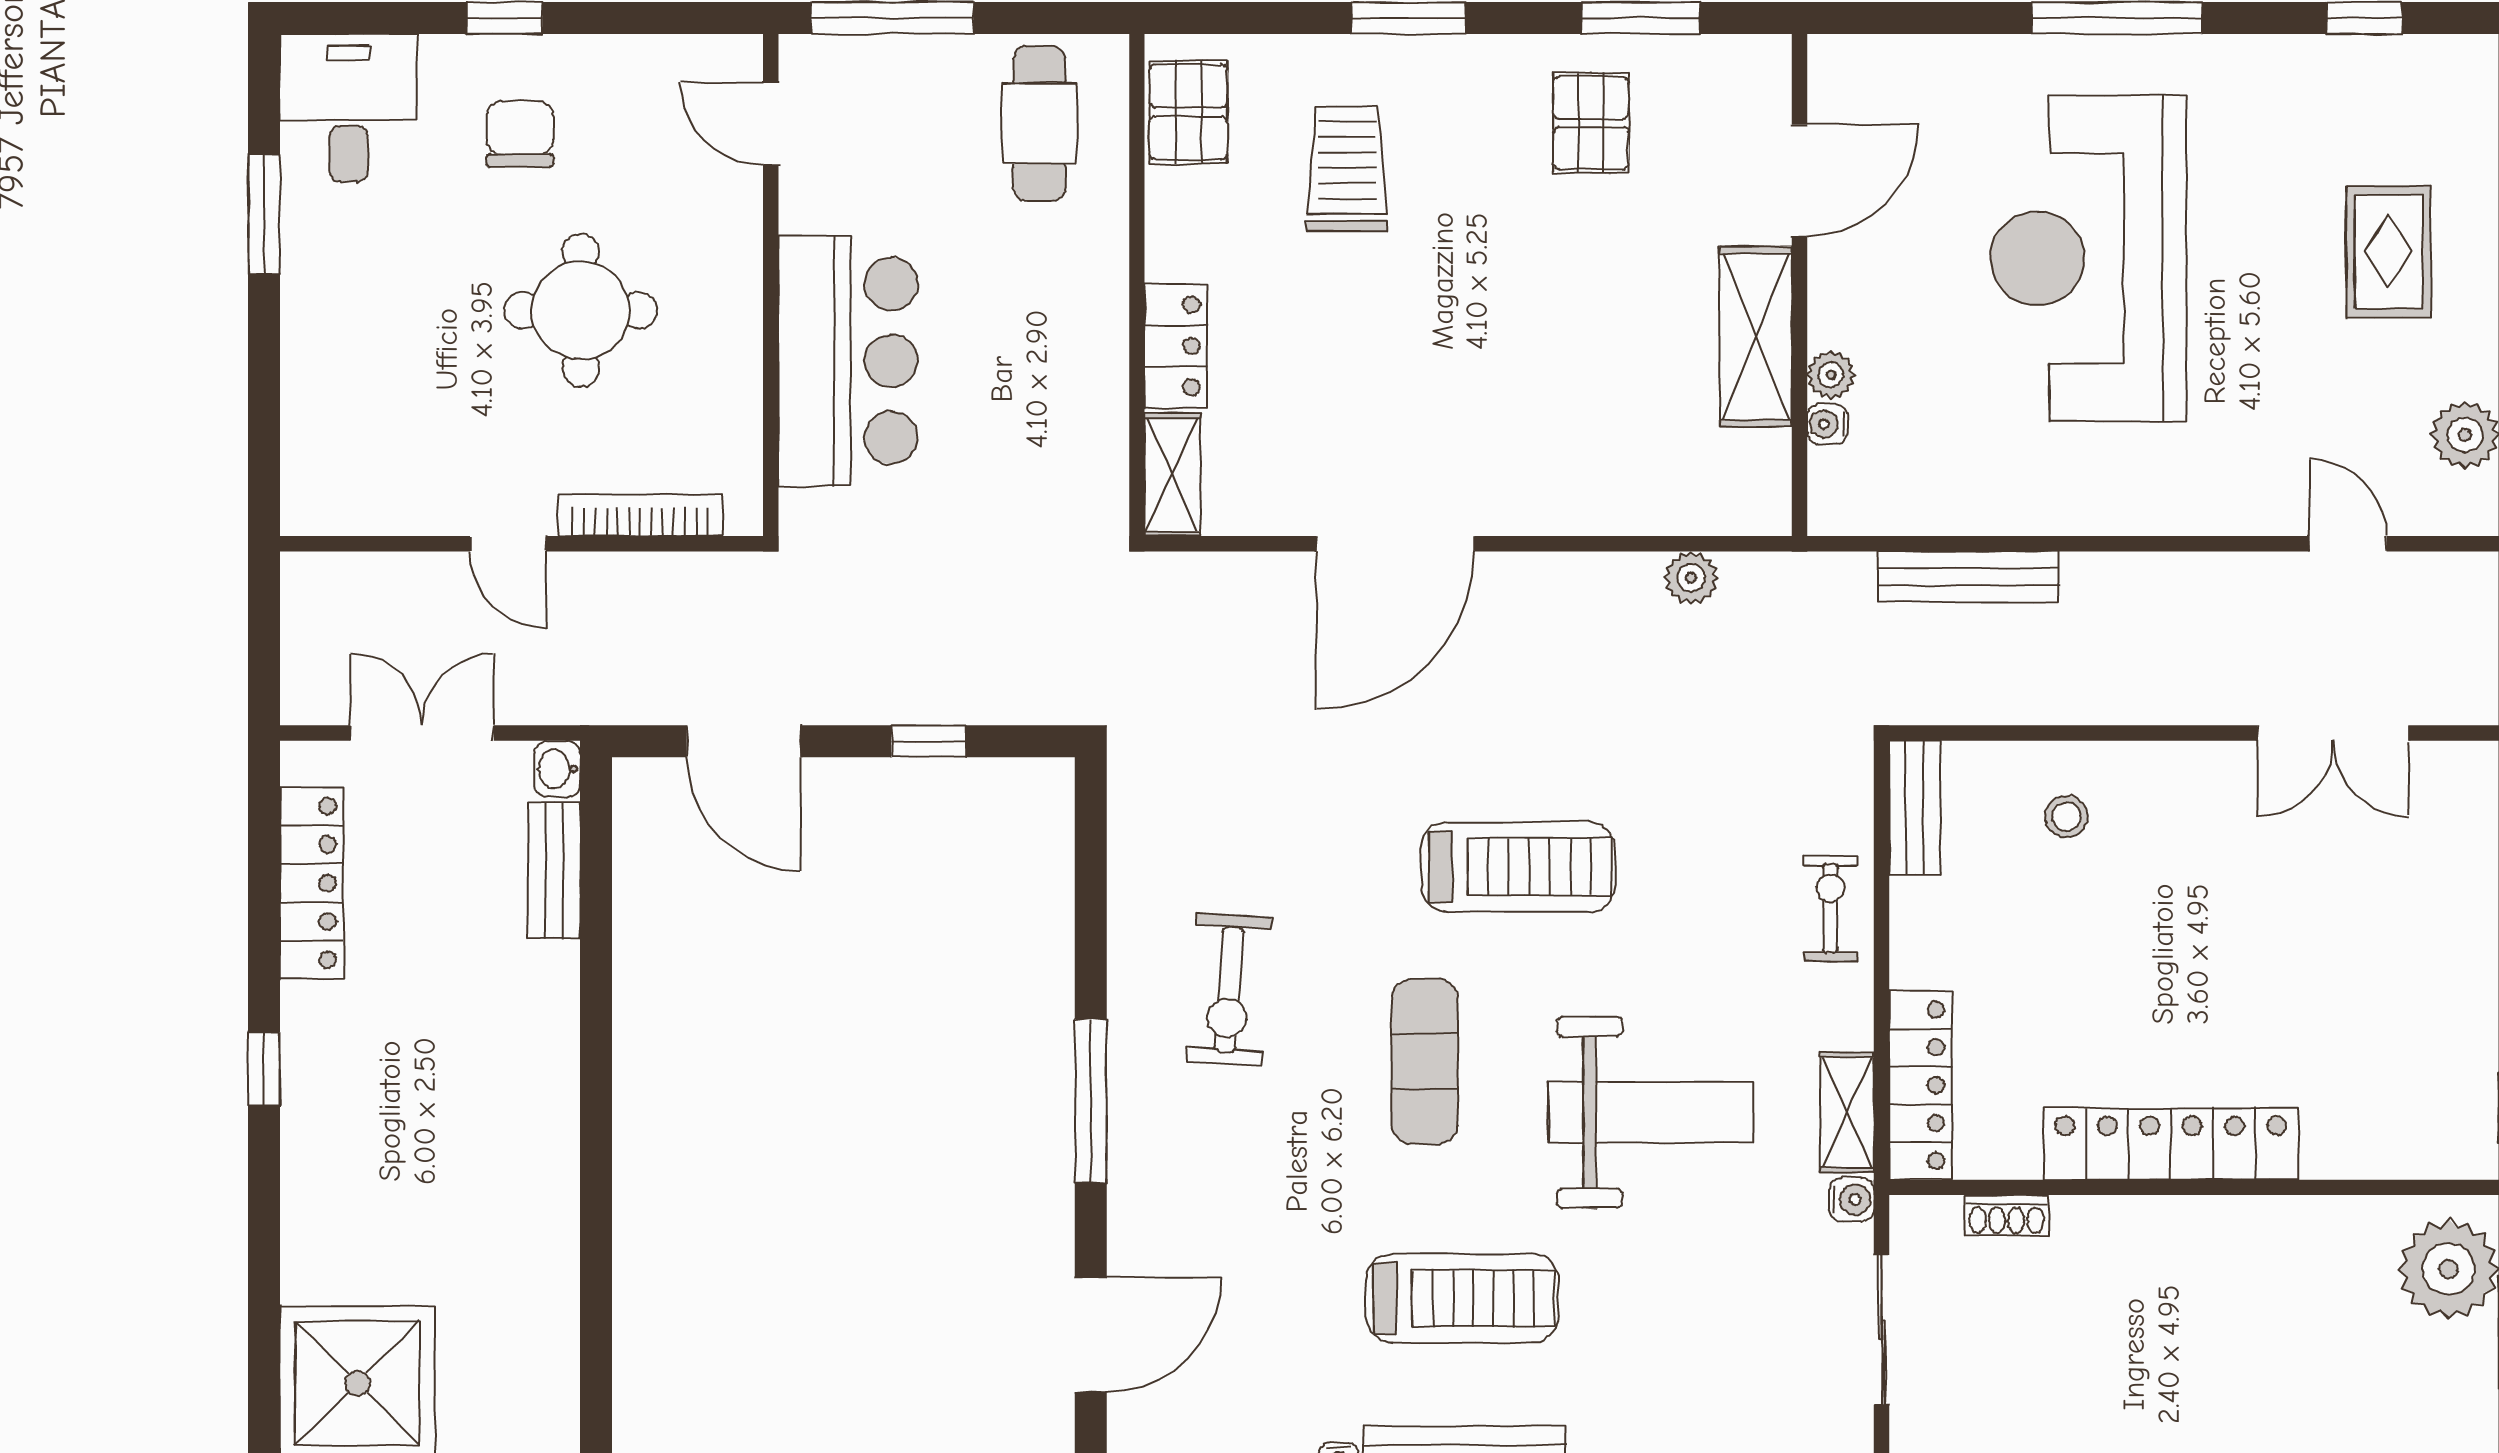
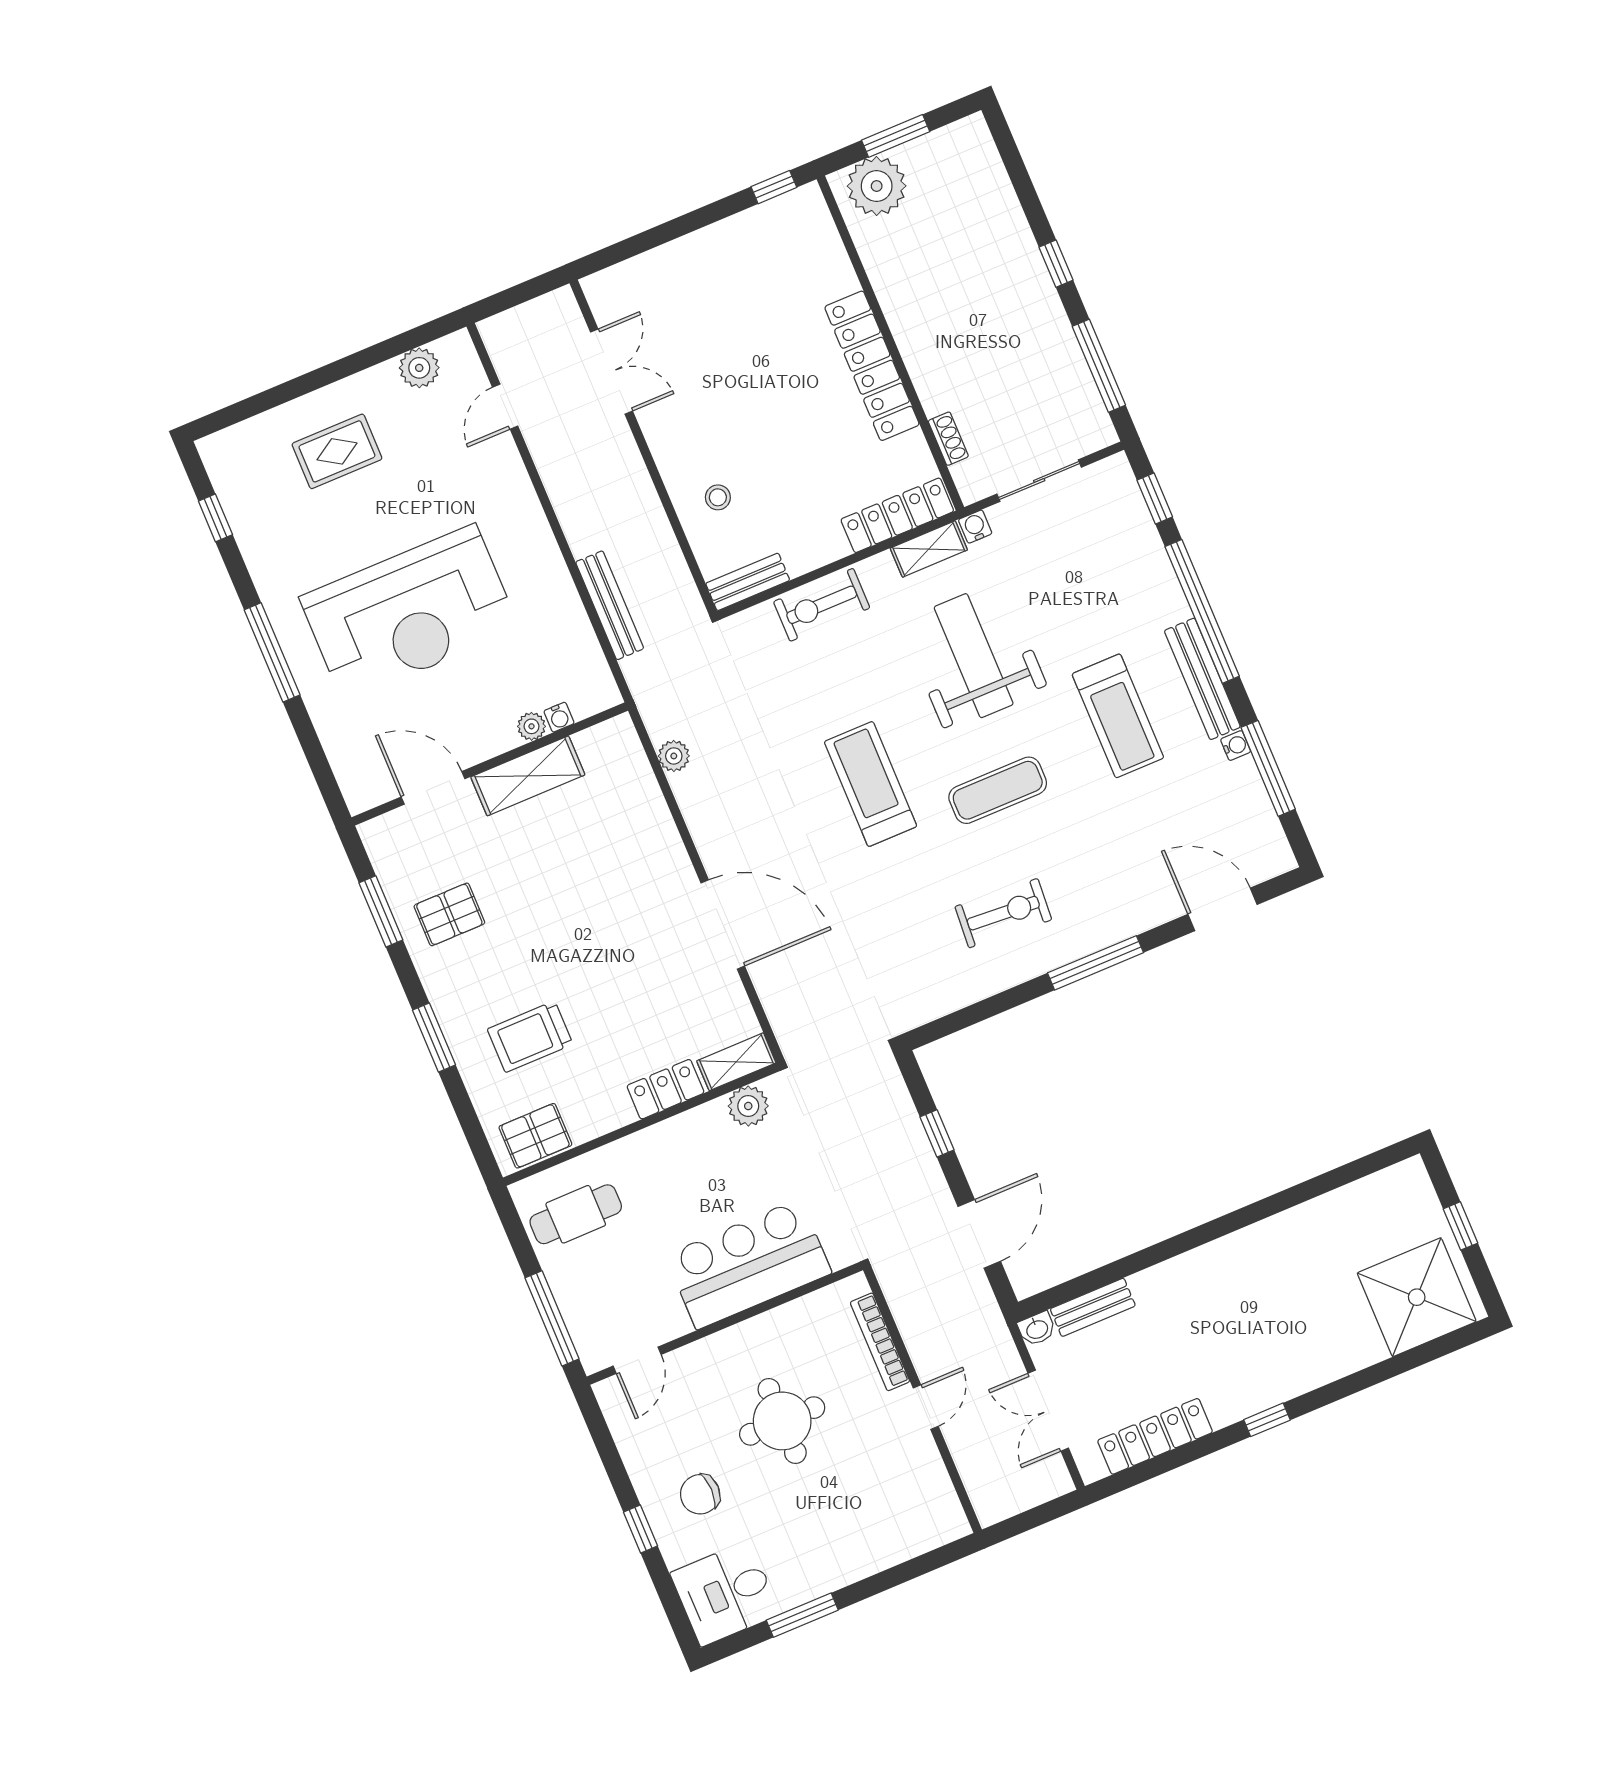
plant: (1095, 464) -> (748, 1106), added
exercise bike: (1830, 908) -> (822, 605), width x1.38, depth x1.39
treadmill: (1462, 1298) -> (1118, 716), turned 180

